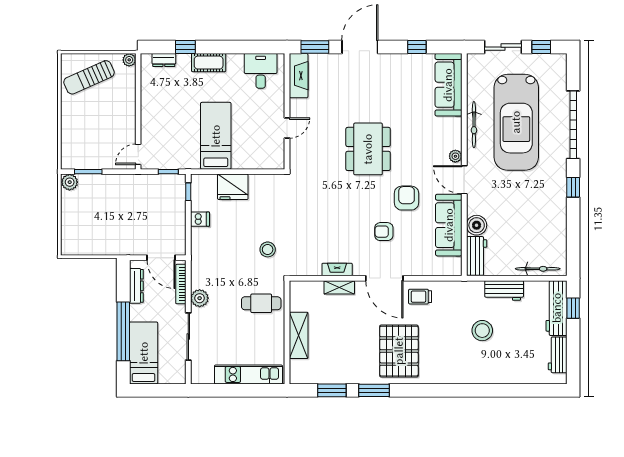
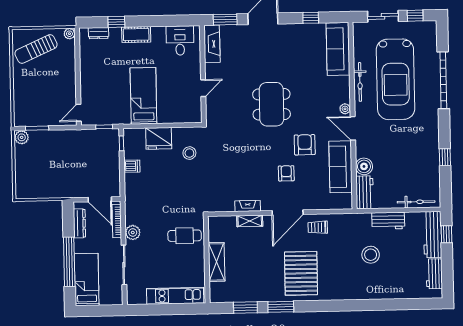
window: (573, 187) -> (445, 157), moved
armchair: (384, 232) -> (286, 173), turned 90
stool: (268, 249) -> (189, 153), moved
door: (384, 278) -> (288, 212), hinge flipped

